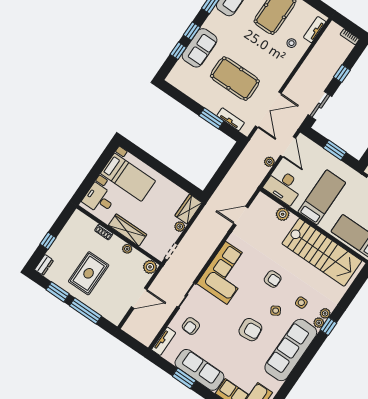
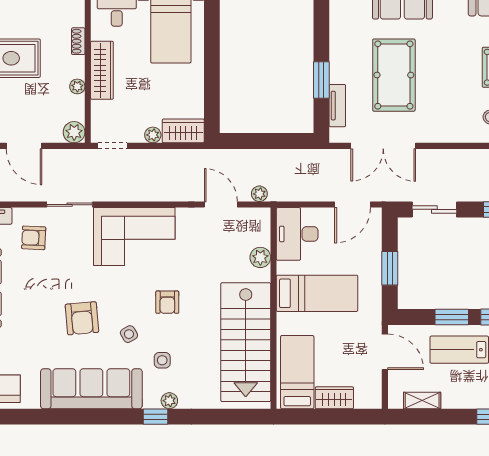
plant: (269, 162) -> (259, 194), moved
plant: (319, 323) -> (152, 401), removed

